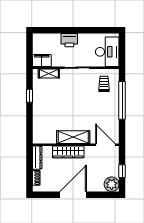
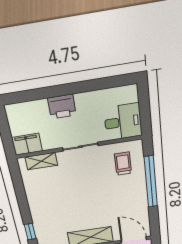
desk: (107, 52) -> (123, 122), width x0.73
window: (29, 96) -> (30, 232), moved

